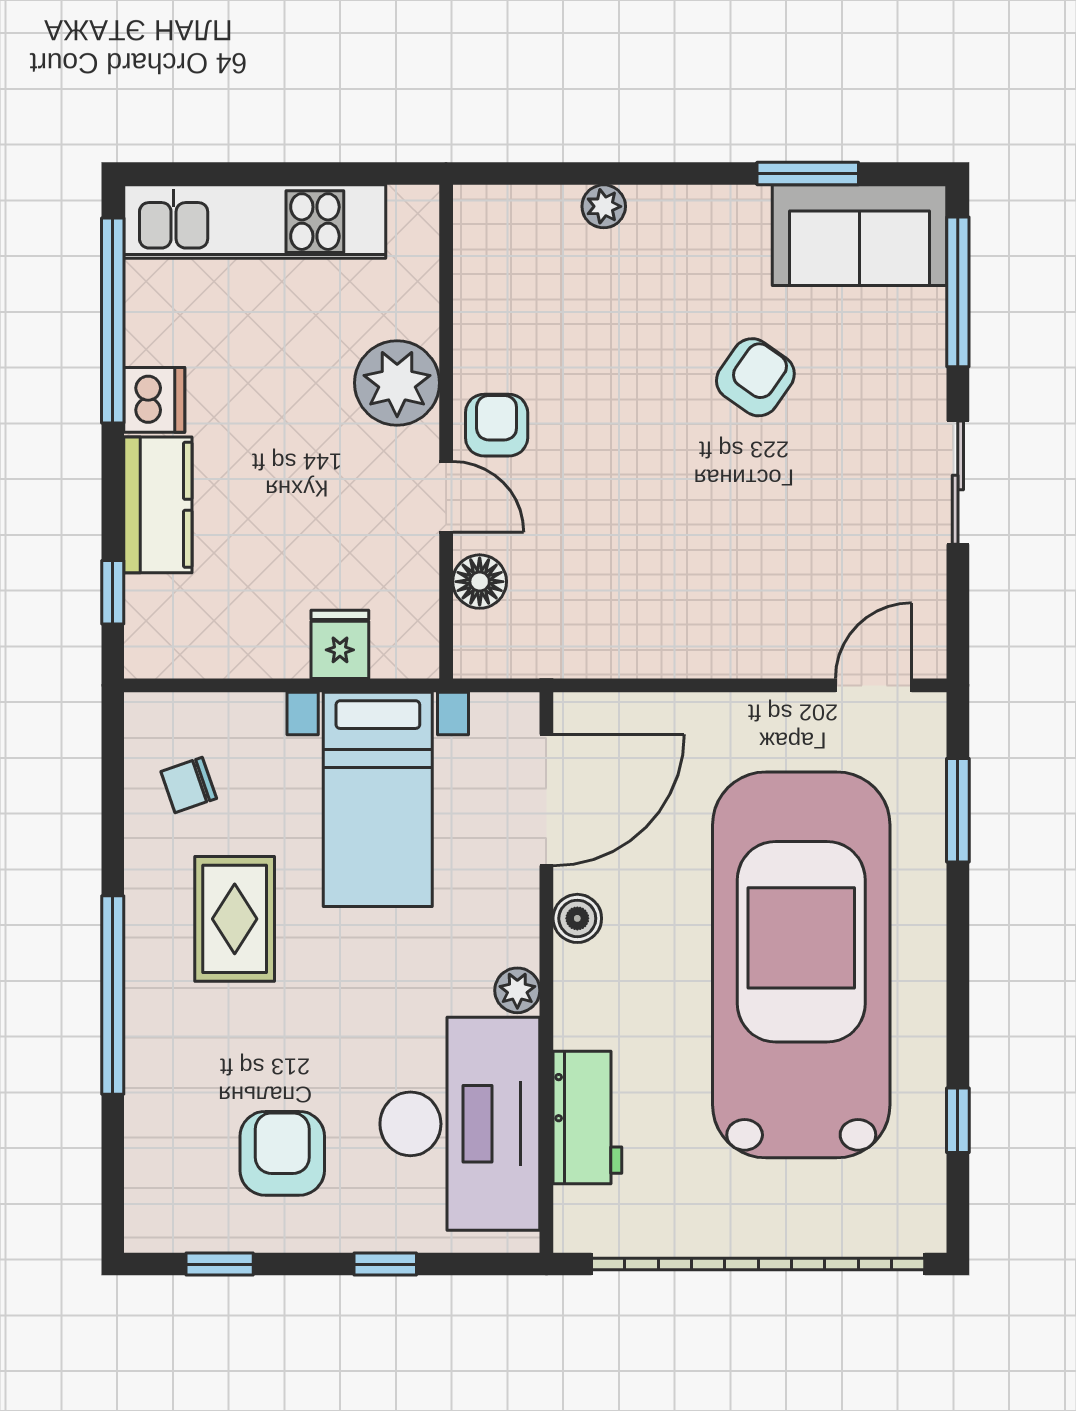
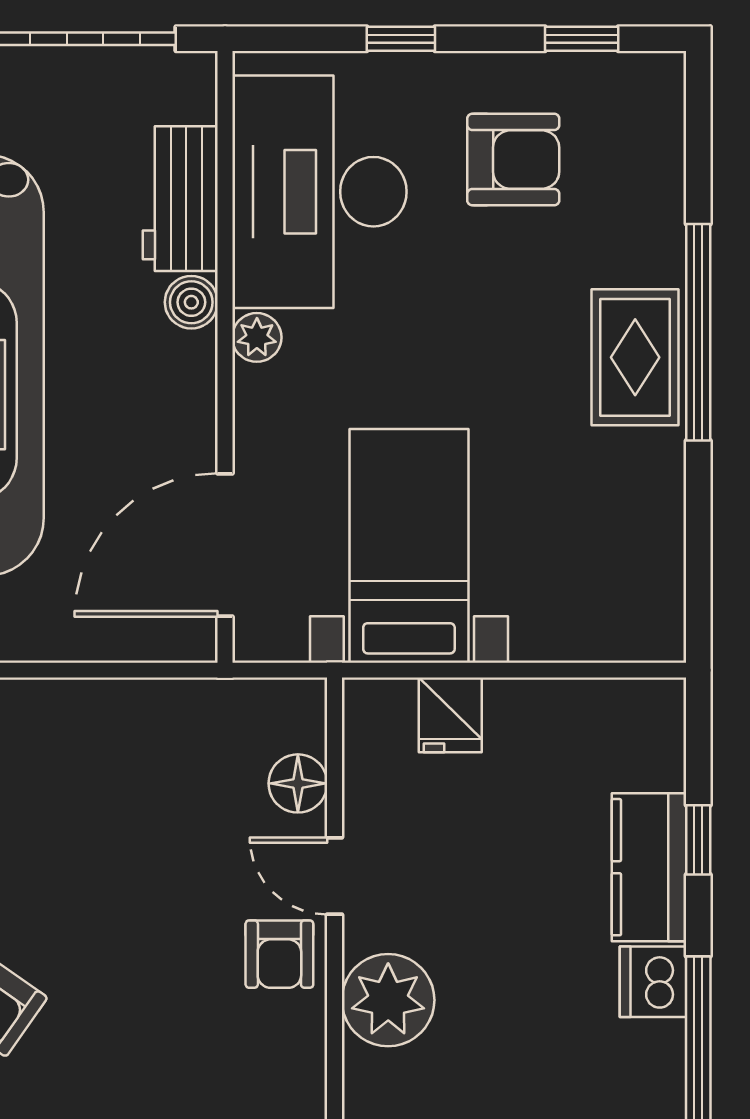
window: (113, 592) -> (698, 840), moved
chair: (189, 785) -> (615, 562), removed
boiler: (577, 918) -> (191, 302), moved
rug: (235, 919) -> (635, 357), moved
armchair: (282, 1153) -> (513, 160), turned -90

